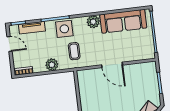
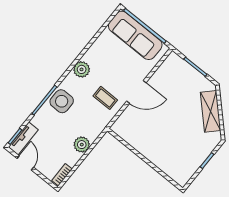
sofa: (123, 21) -> (135, 35), moved, turned 90
tv unit: (32, 28) -> (23, 138), moved
door: (10, 44) -> (25, 163), hinge flipped
coffee table: (74, 51) -> (105, 98), moved

